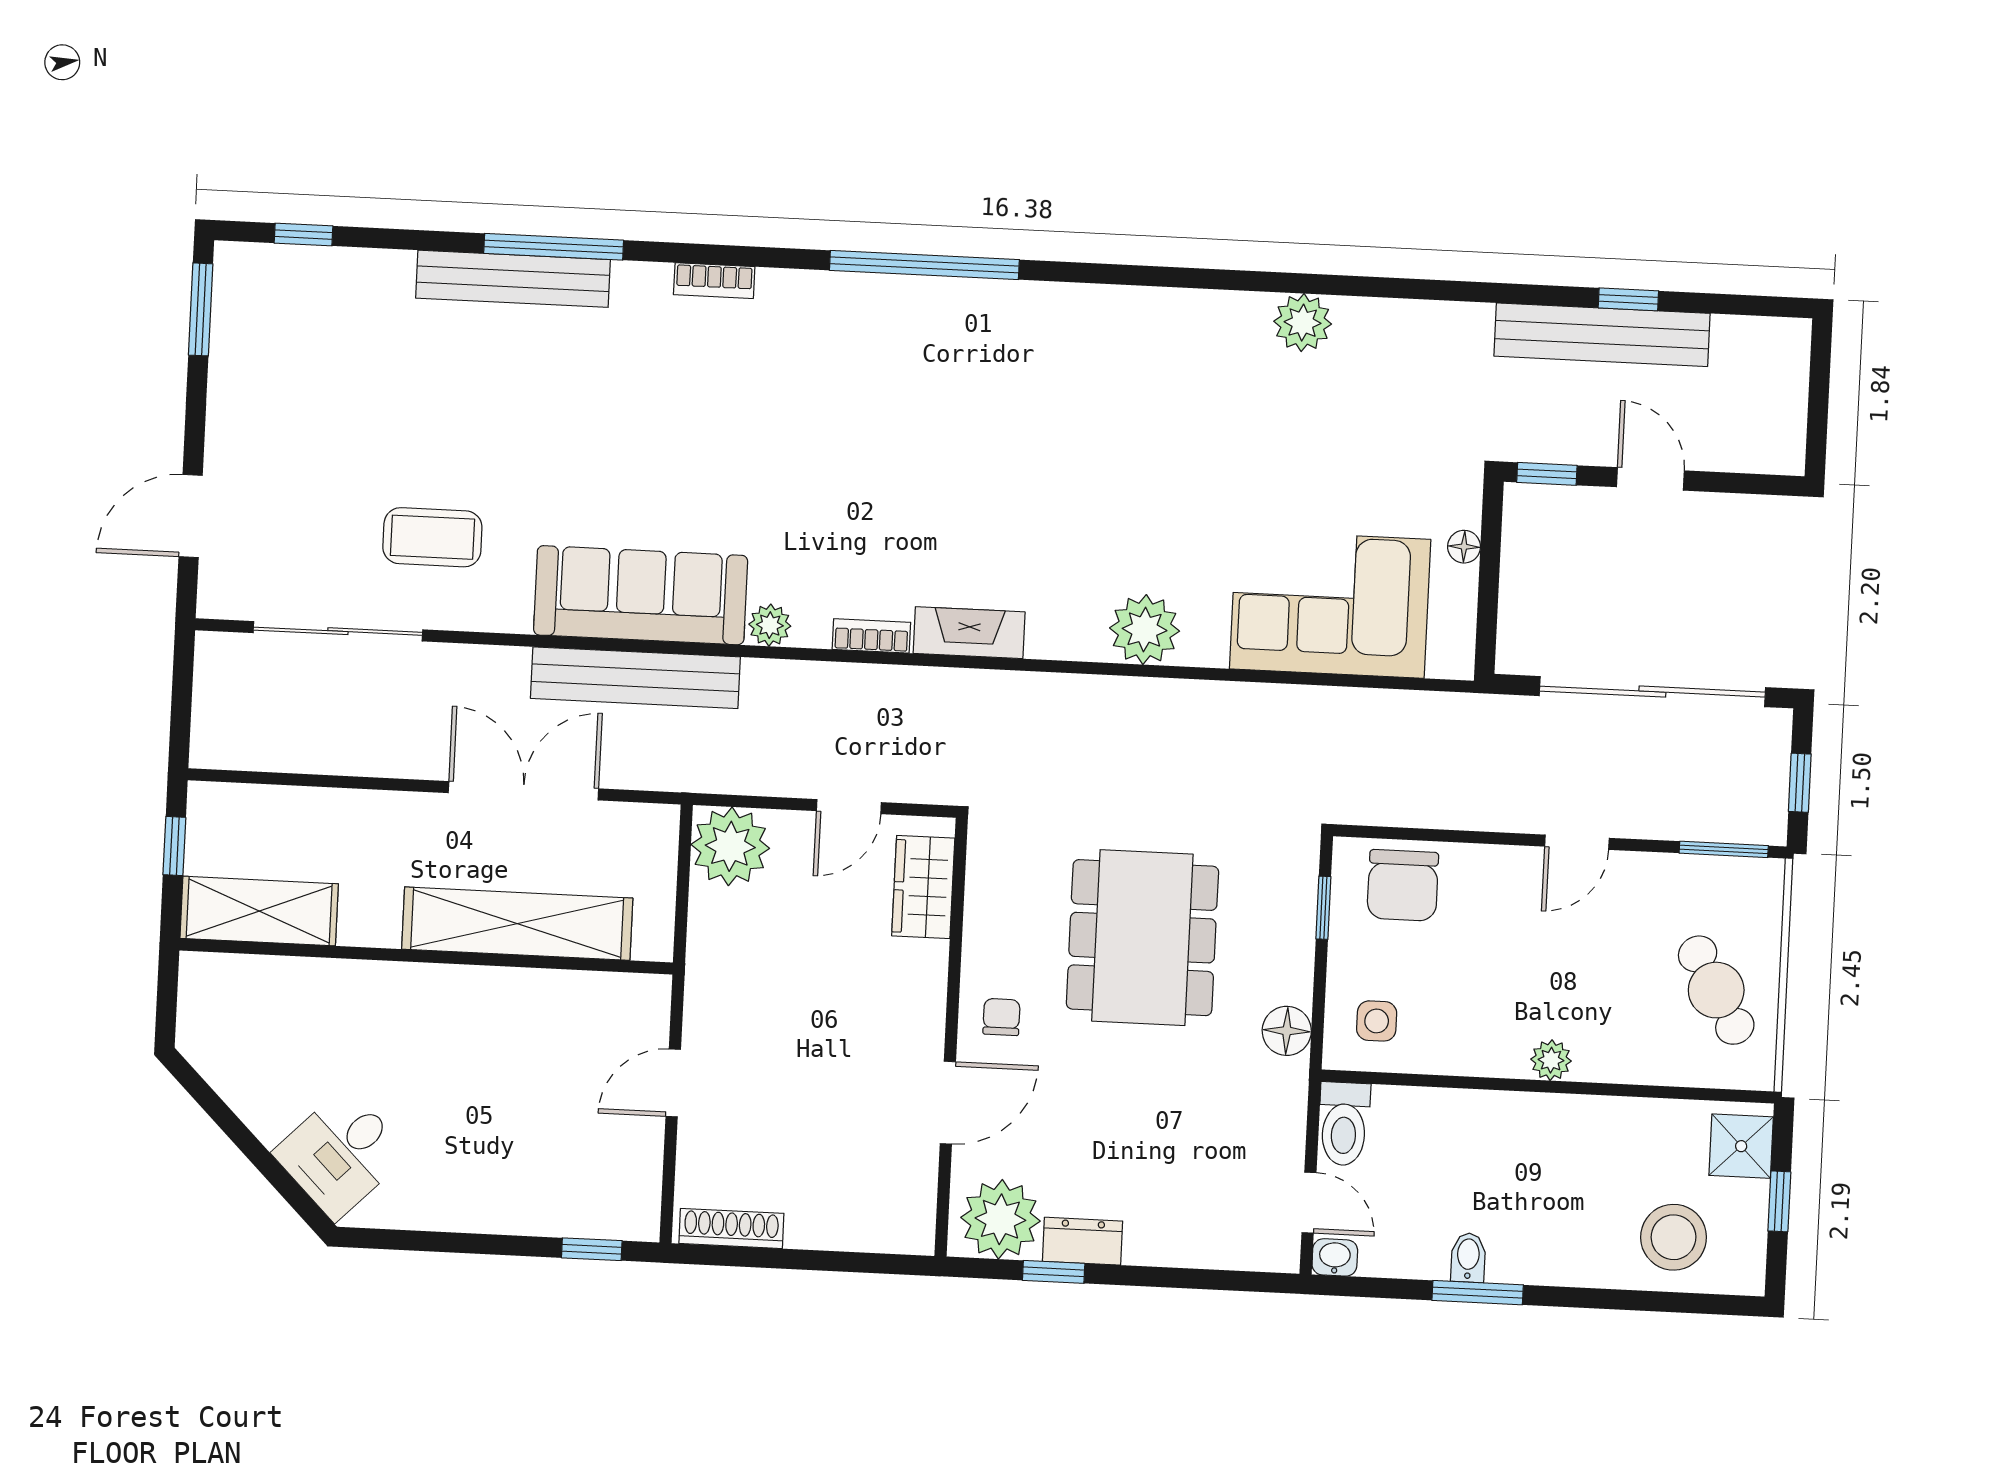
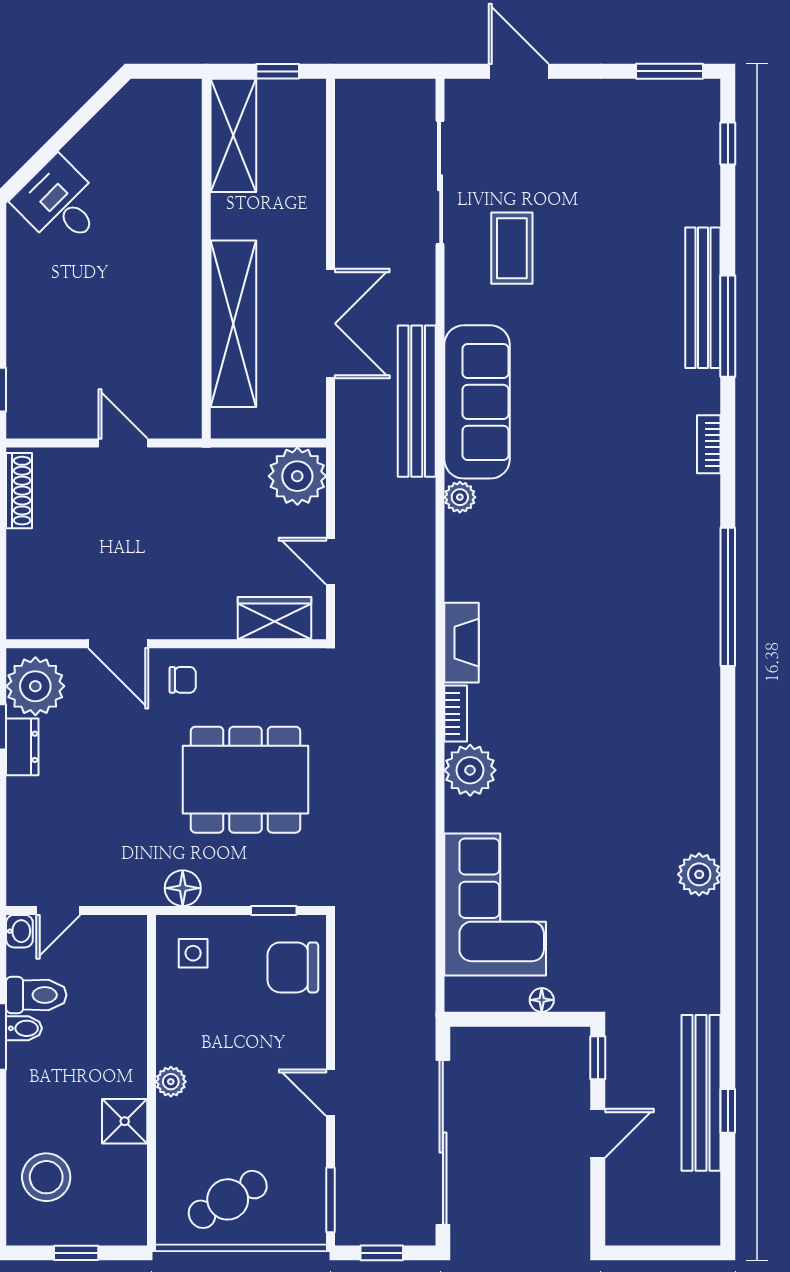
bookcase: (871, 636) -> (456, 714), moved
toilet: (1344, 1124) -> (36, 995), moved, turned 180
shower: (1741, 1146) -> (125, 1121), moved

